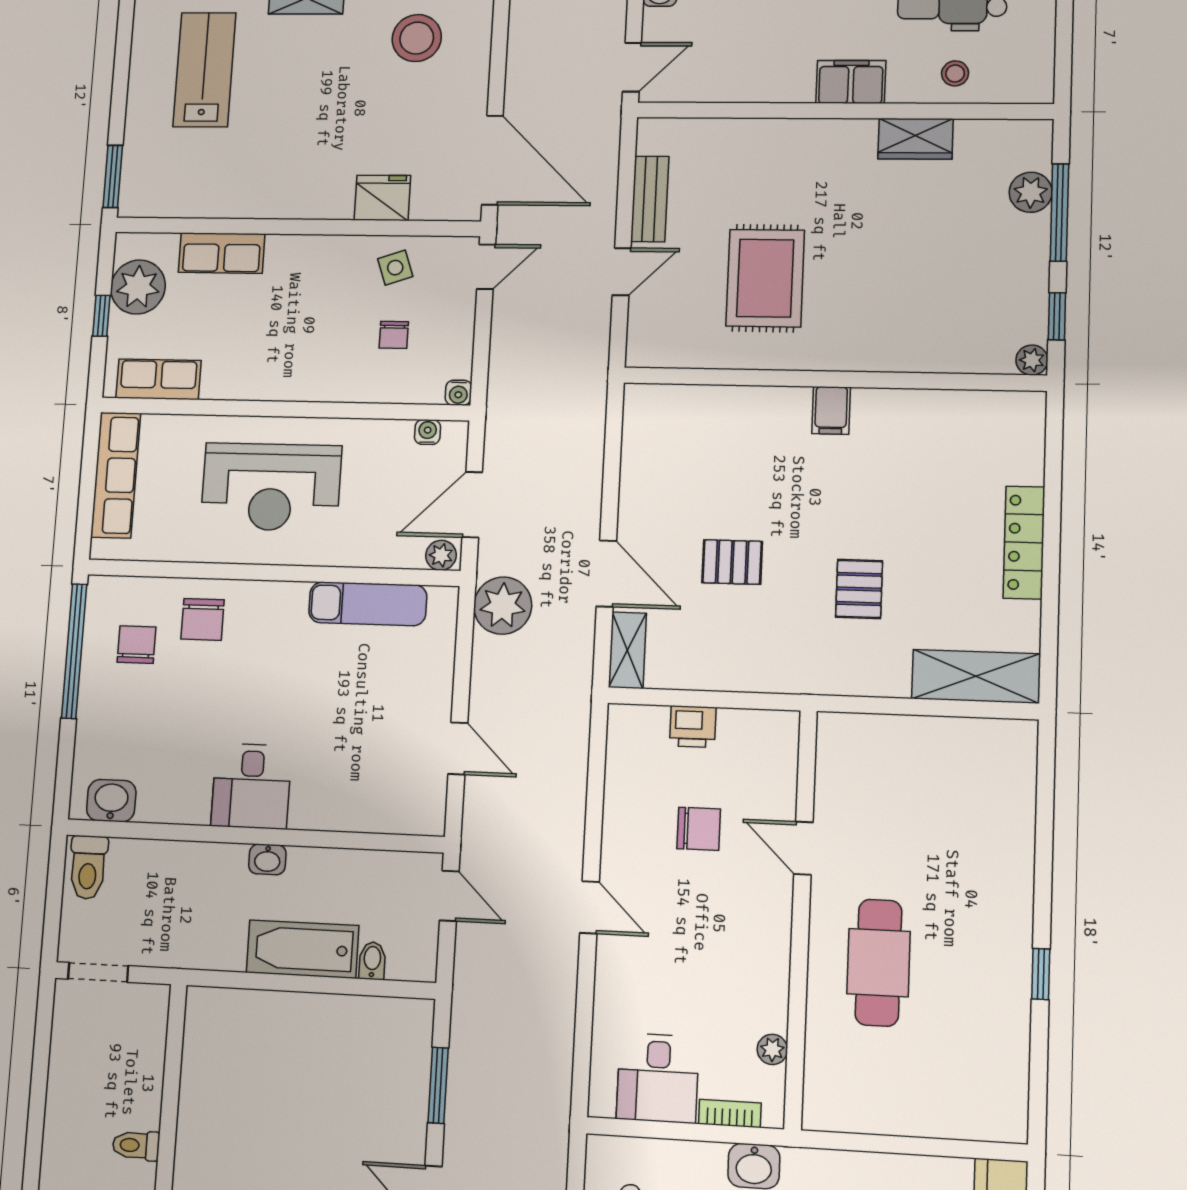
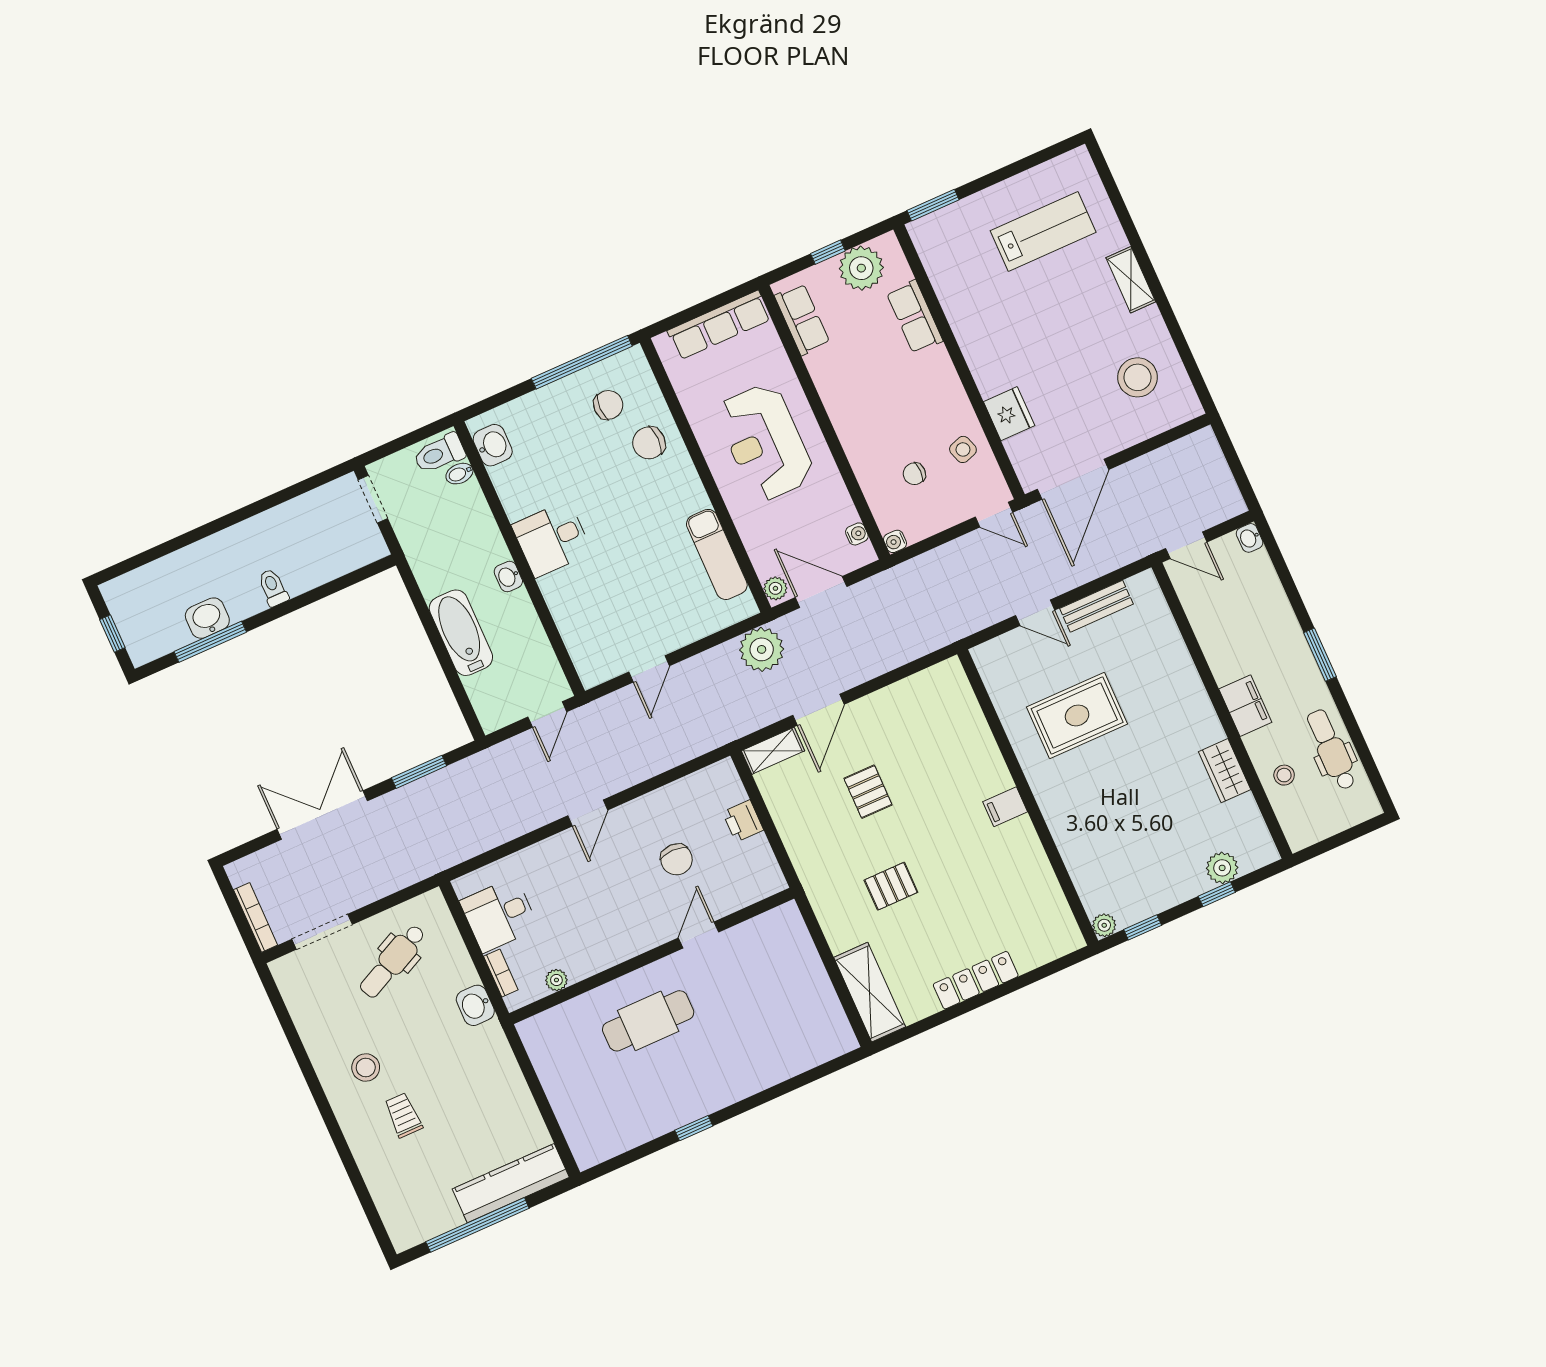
window: (1059, 212) -> (1217, 894), width x0.46
bidet: (372, 961) -> (459, 474), moved, turned 180

